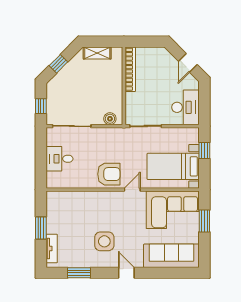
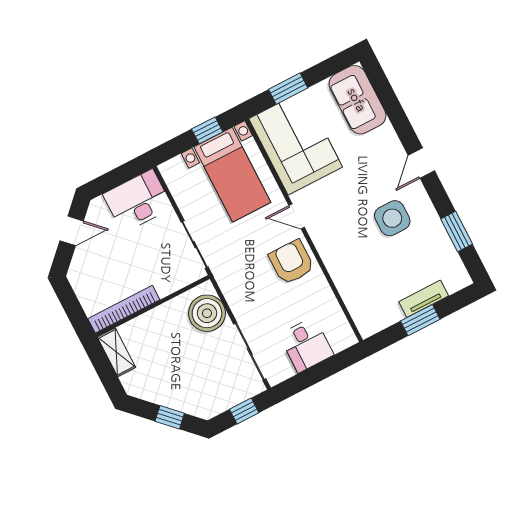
shelving: (97, 53) -> (116, 352), moved
boiler: (110, 119) -> (207, 313), width x1.86, depth x1.86
window: (204, 150) -> (207, 130), moved
tv unit: (52, 249) -> (424, 299), moved
sofa: (171, 256) -> (357, 100), width x0.73

